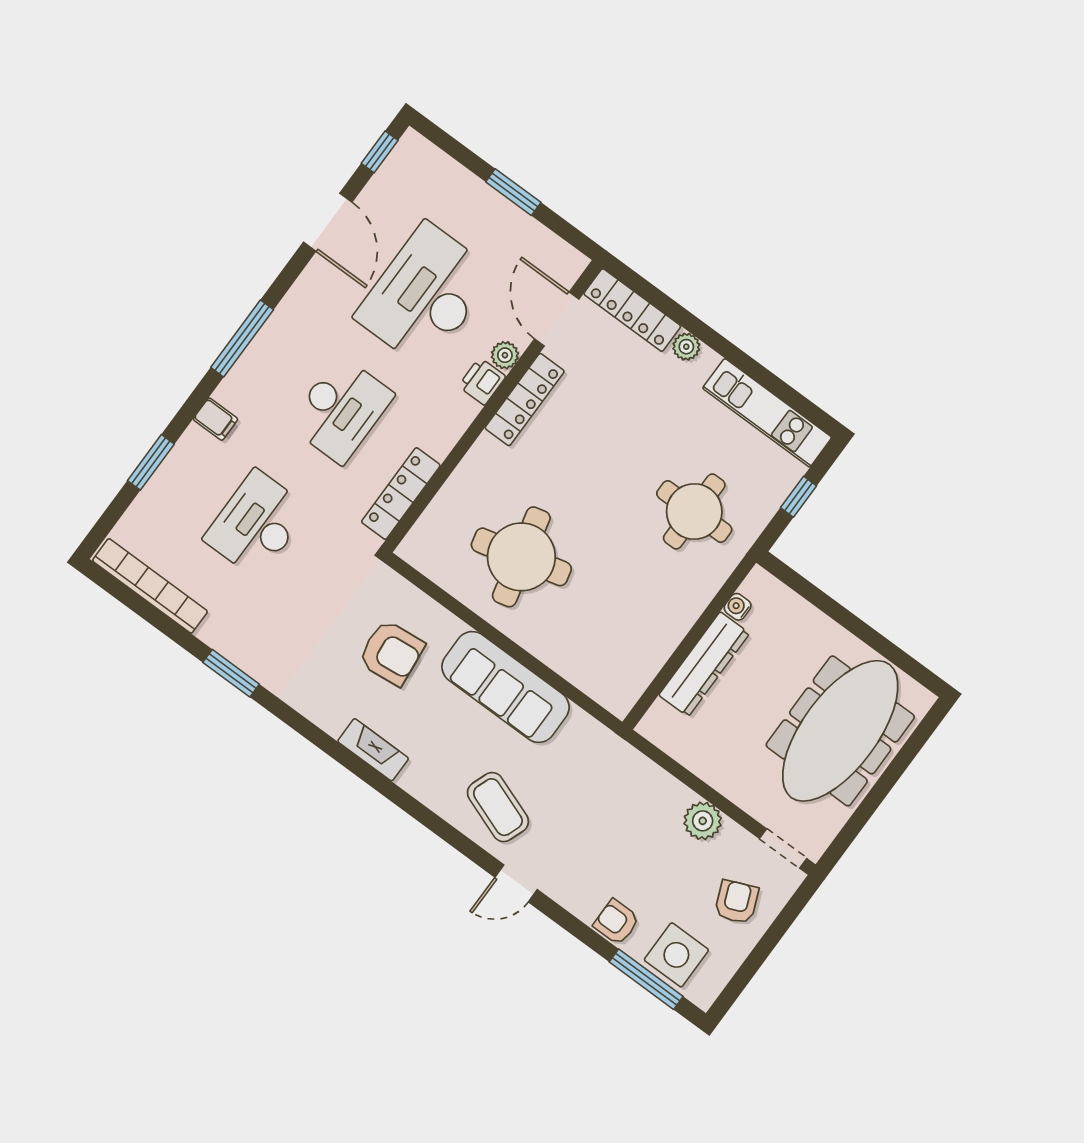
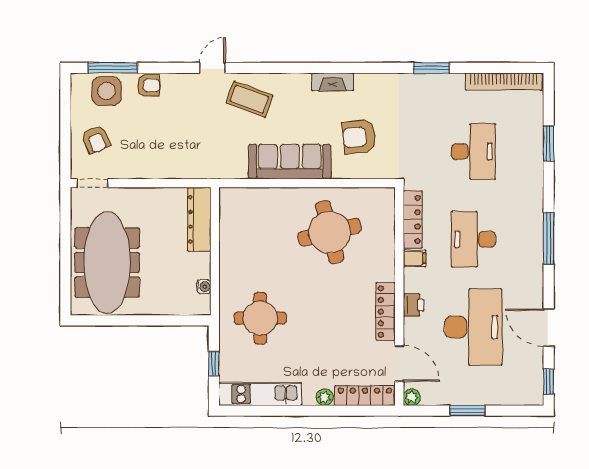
plant: (505, 355) -> (412, 397), moved
filing cabinet: (215, 419) -> (415, 258), moved, turned 180
dresser: (704, 664) -> (199, 219), moved
plant: (703, 821) -> (143, 167), removed

